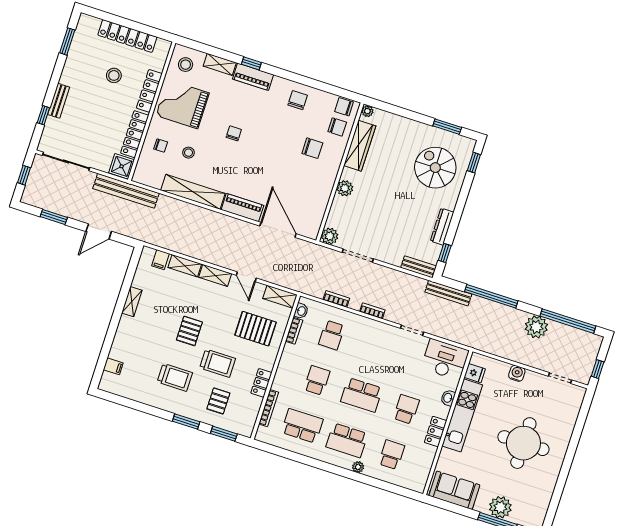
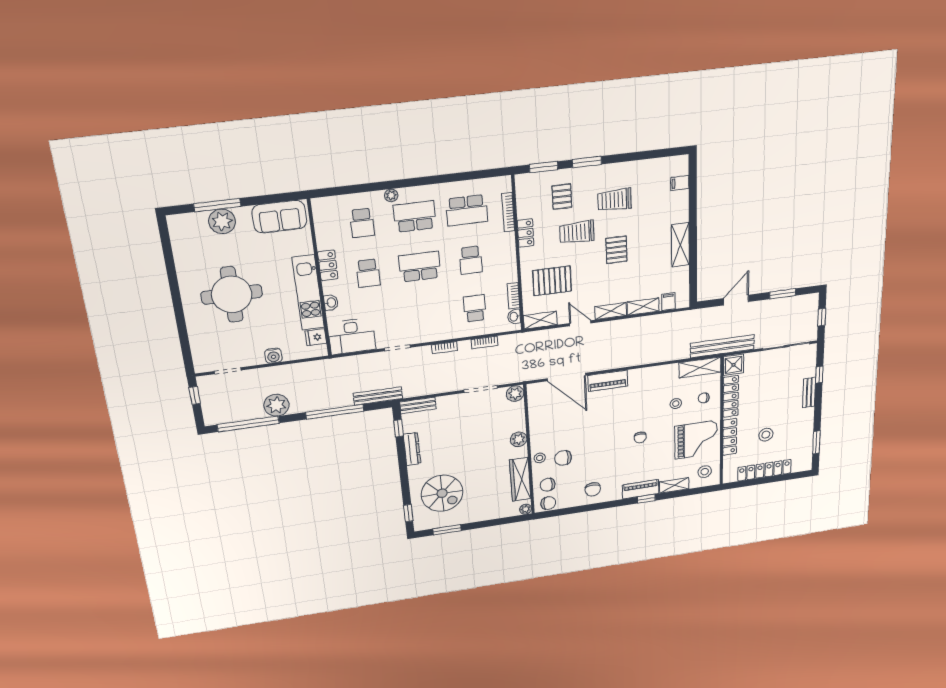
stool: (333, 159) -> (540, 458), added
shelving: (193, 192) -> (700, 367), moved, width x0.68
shelving: (132, 302) -> (680, 245), width x1.50, depth x1.33

